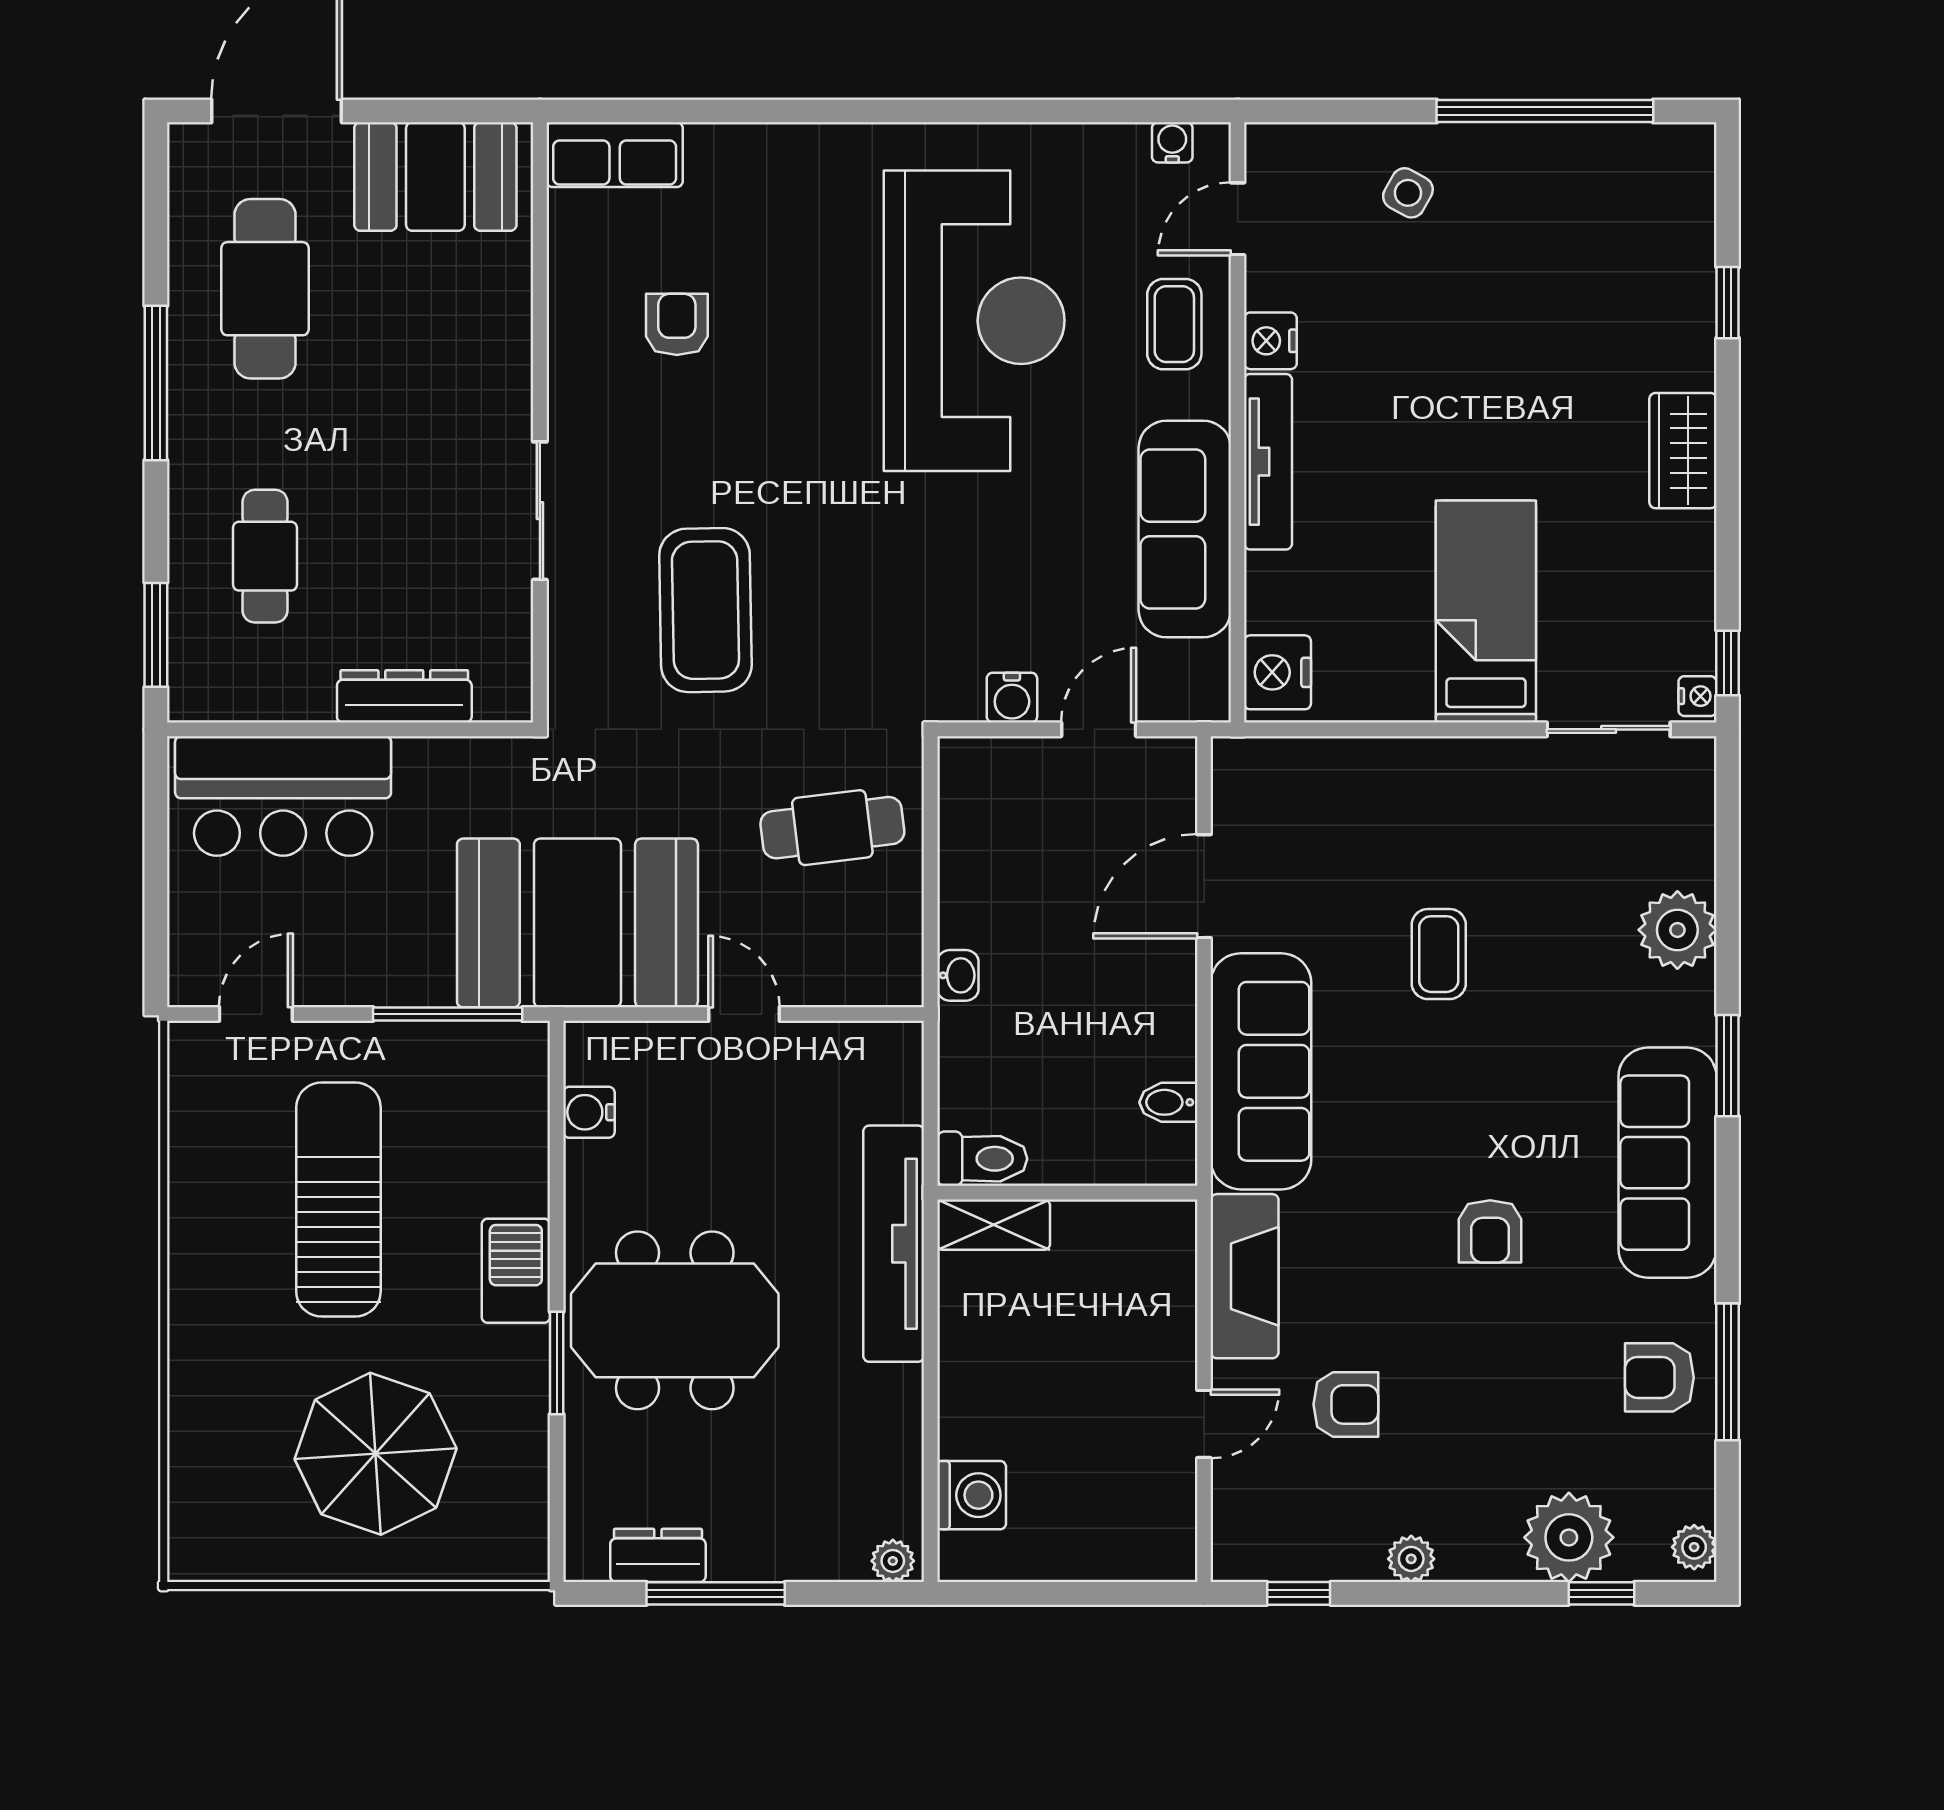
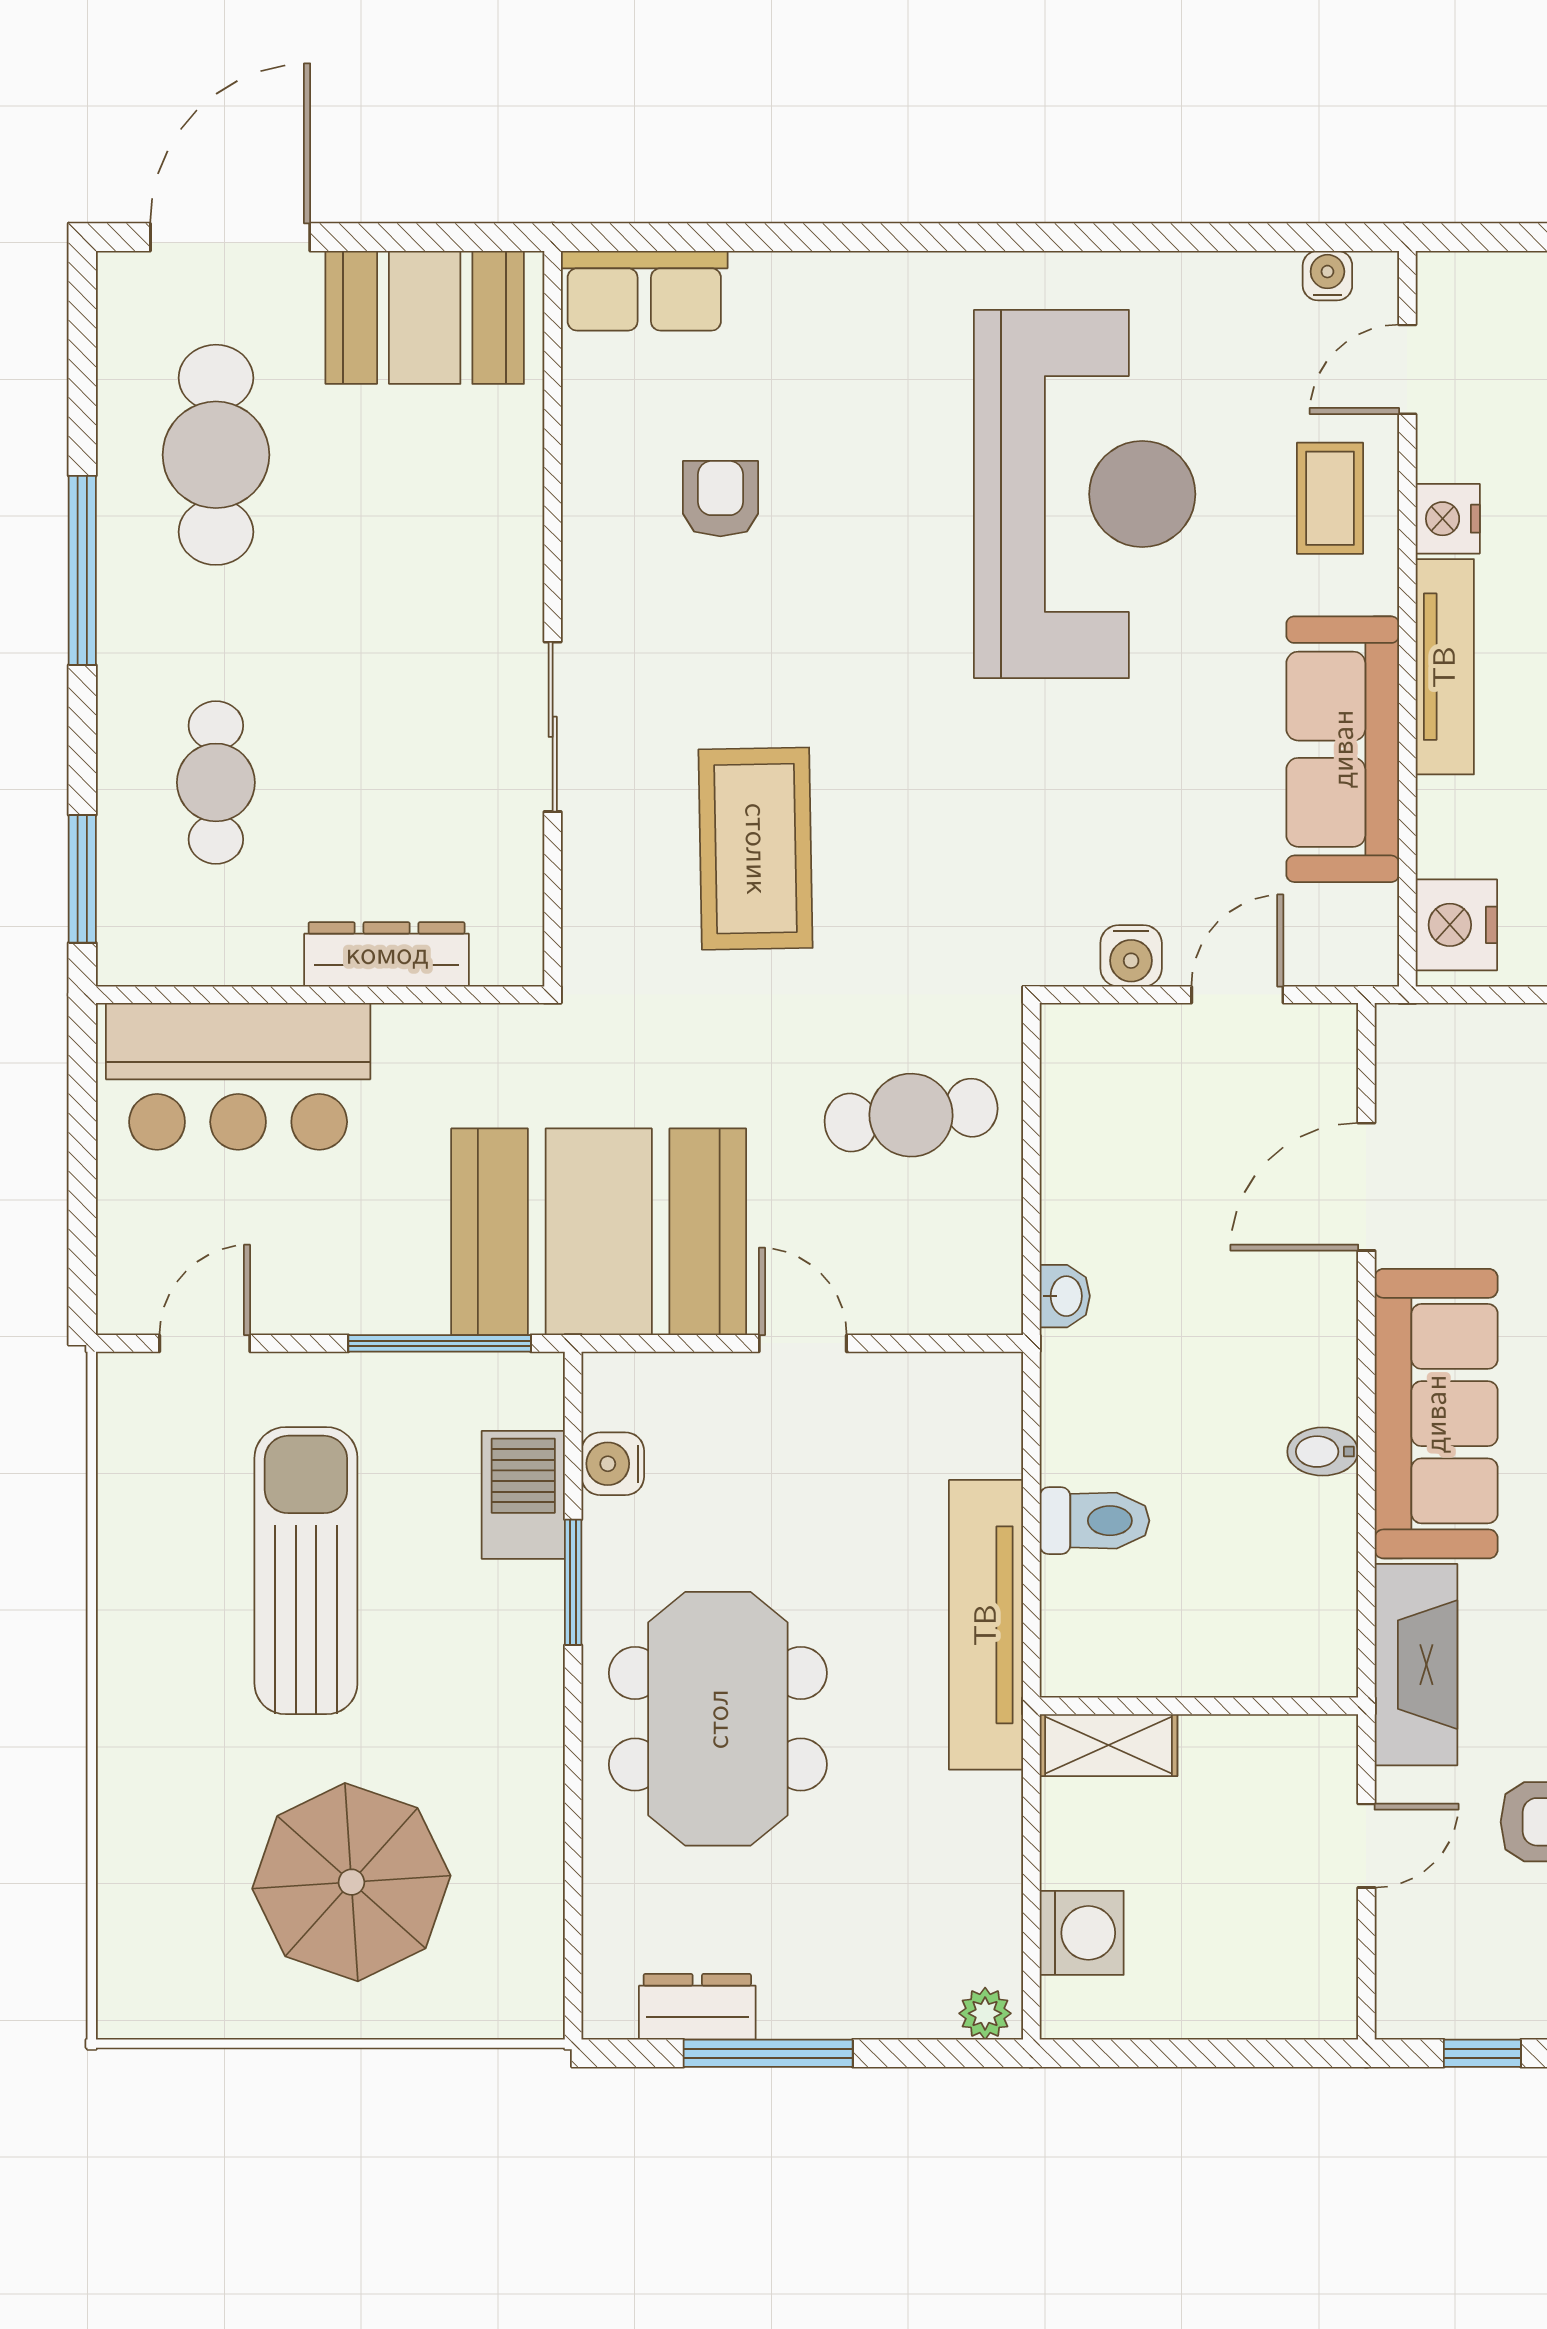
wall: (1067, 1193) -> (1199, 1706), moved
shelving: (994, 1225) -> (1108, 1745), moved
barbecue: (516, 1271) -> (523, 1495), moved
meeting table: (675, 1320) -> (718, 1719), turned 90
window: (557, 1363) -> (573, 1582), moved

